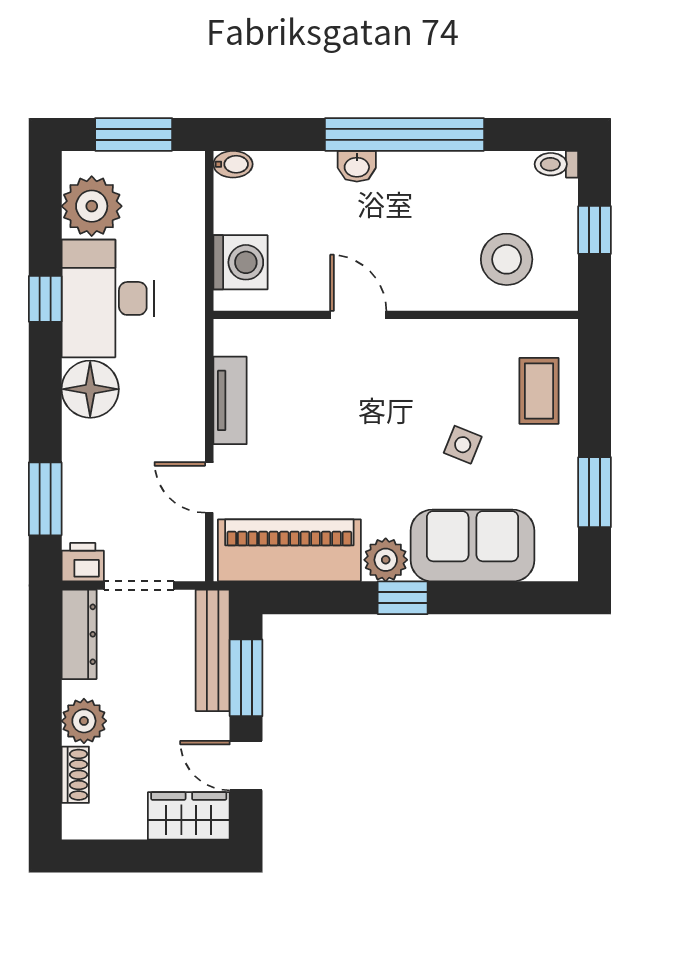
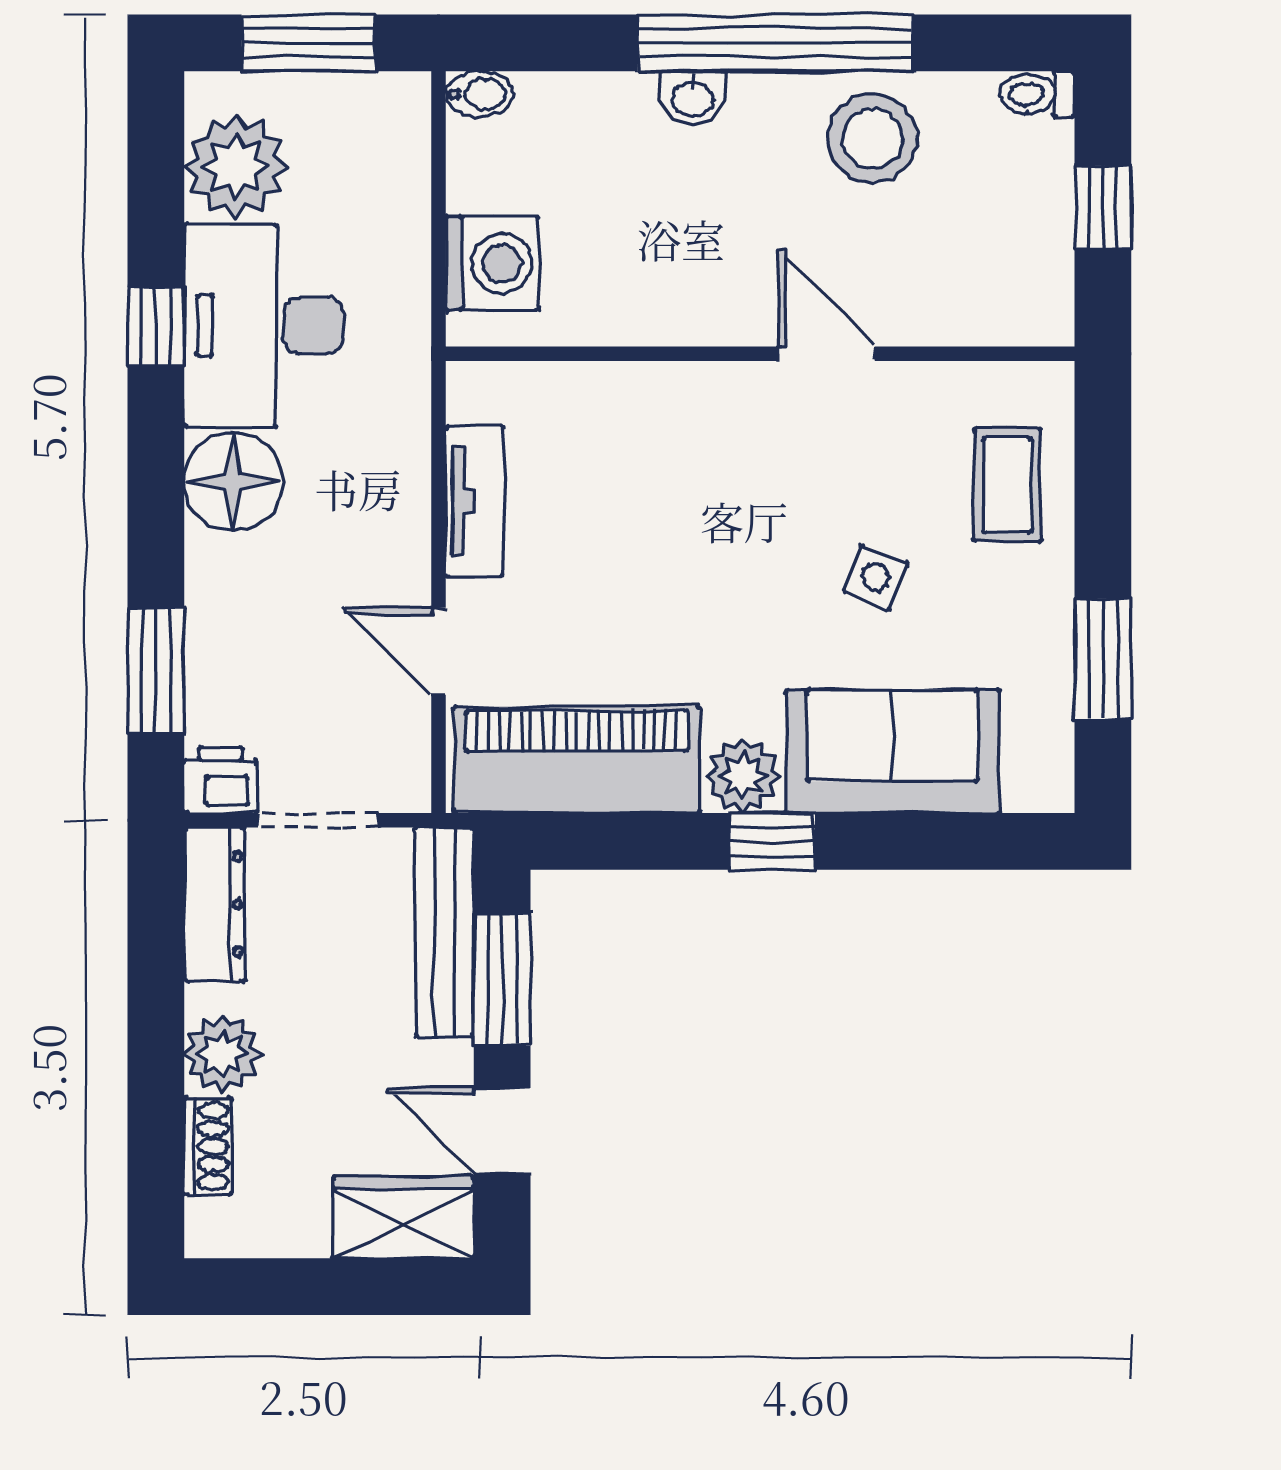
stool: (507, 259) -> (873, 138), moved
door: (358, 315) -> (826, 354), moved

